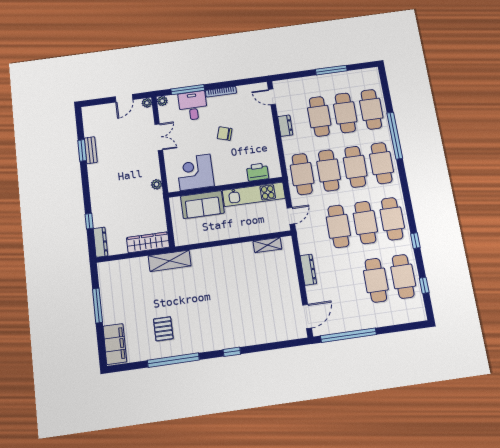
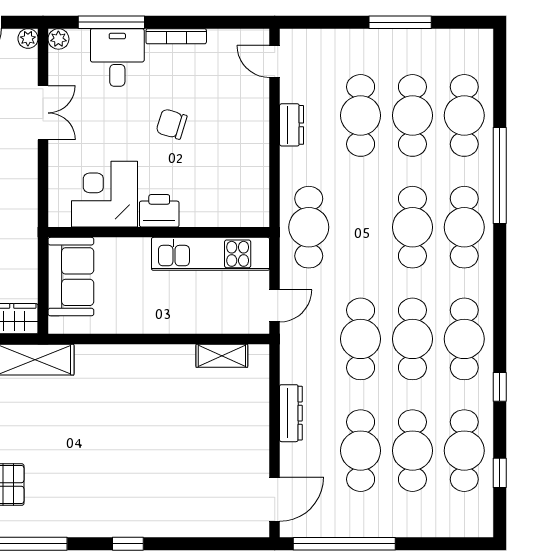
cafe table: (329, 170) -> (361, 451), moved
printer: (258, 172) -> (159, 211), moved
plant: (157, 184) -> (28, 208), removed
sofa: (202, 205) -> (71, 277), moved, turned -90

